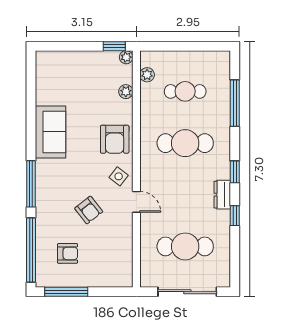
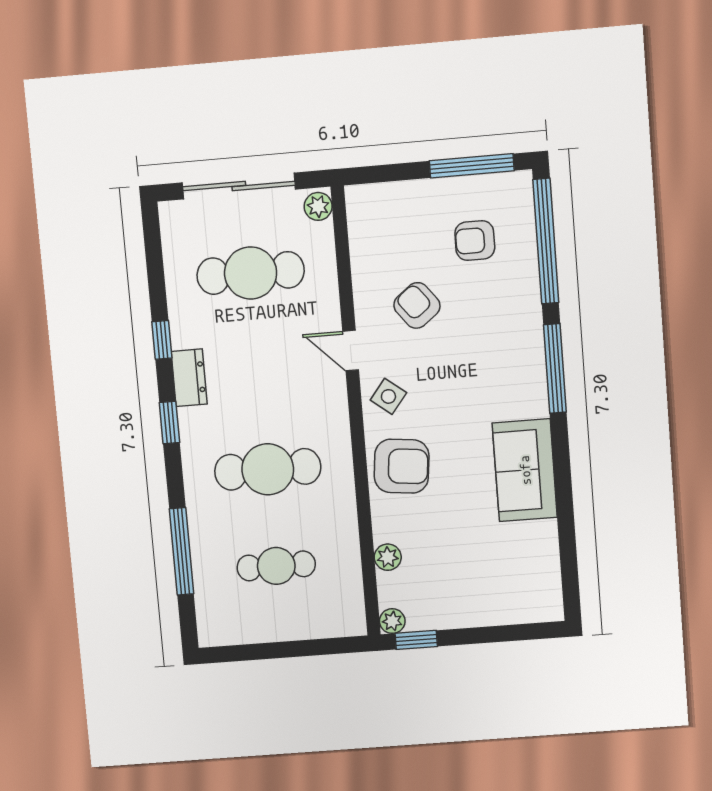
plant: (147, 75) -> (318, 206), moved
armchair: (115, 139) -> (402, 466), turned 96
armchair: (89, 210) -> (417, 305), moved

